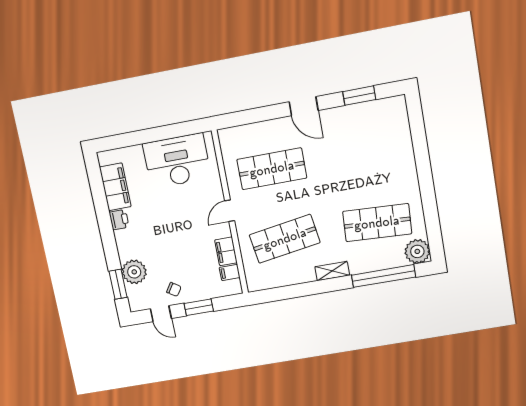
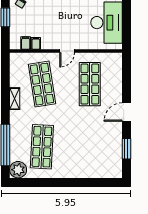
door: (230, 211) -> (67, 51), swing flipped
filing cabinet: (226, 251) -> (36, 43), width x0.50
shelving: (332, 271) -> (15, 99), moved

